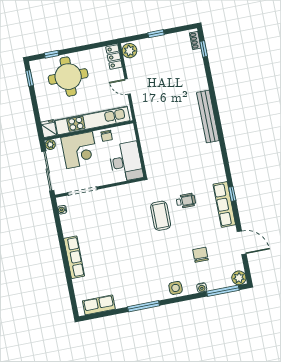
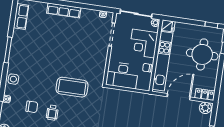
door: (128, 87) -> (179, 97), width x1.88
wheelchair: (186, 201) -> (52, 113), moved
coffee table: (161, 216) -> (72, 87), width x1.36, depth x1.32

